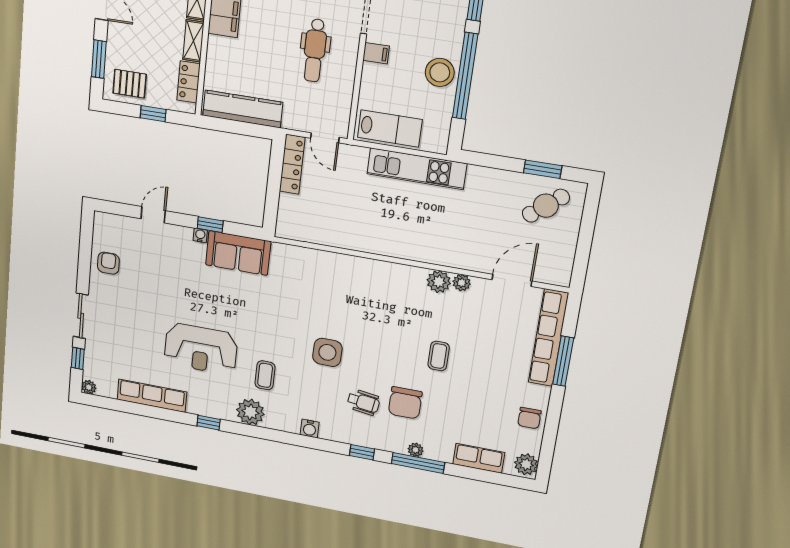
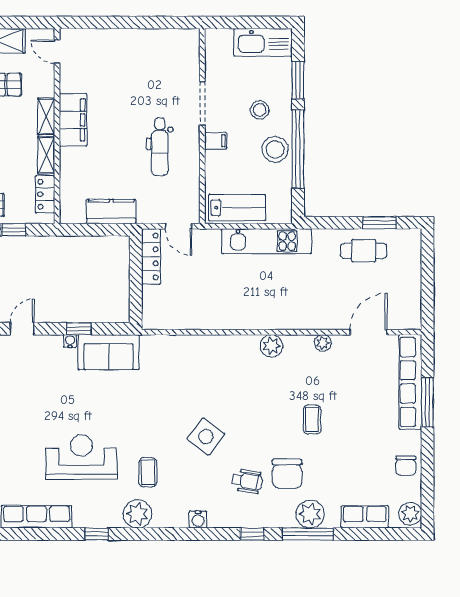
stool: (429, 27) -> (260, 110), added
kitchen counter: (243, 109) -> (111, 212), width x0.67
cafe table: (546, 206) -> (364, 251), moved, turned 40
plant: (439, 282) -> (272, 346), moved
reception desk: (201, 349) -> (81, 457), turned 180
side table: (327, 352) -> (206, 437), turned 36
plant: (416, 450) -> (310, 514), width x1.88, depth x1.88

